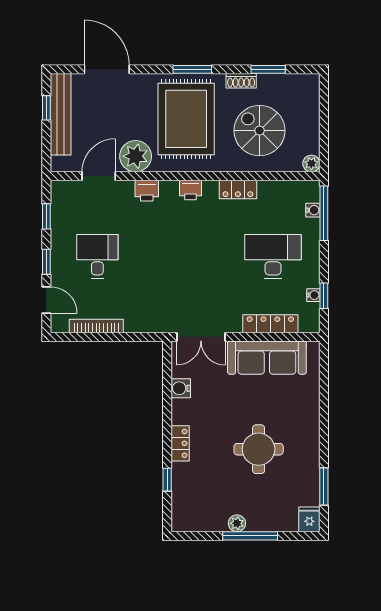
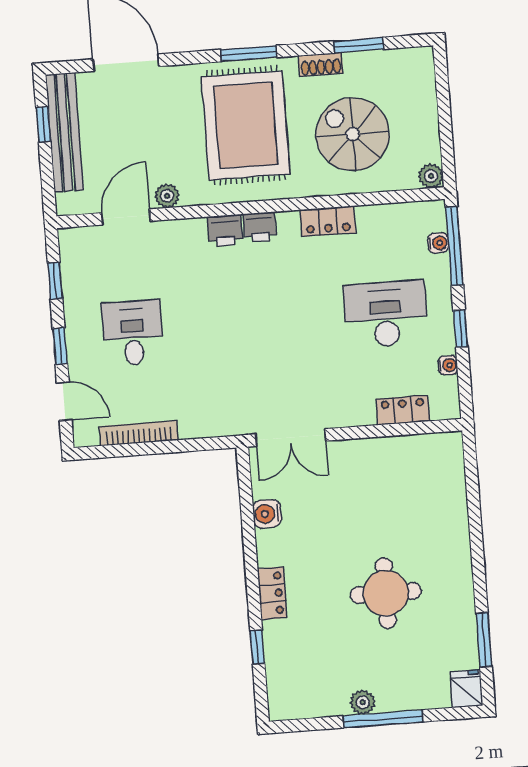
plant: (136, 156) -> (167, 196), width x0.53, depth x0.53
printer: (147, 191) -> (225, 231), moved
window: (324, 296) -> (460, 329), moved
locker: (270, 324) -> (403, 410), width x0.66
sofa: (267, 358) -> (388, 460), removed

